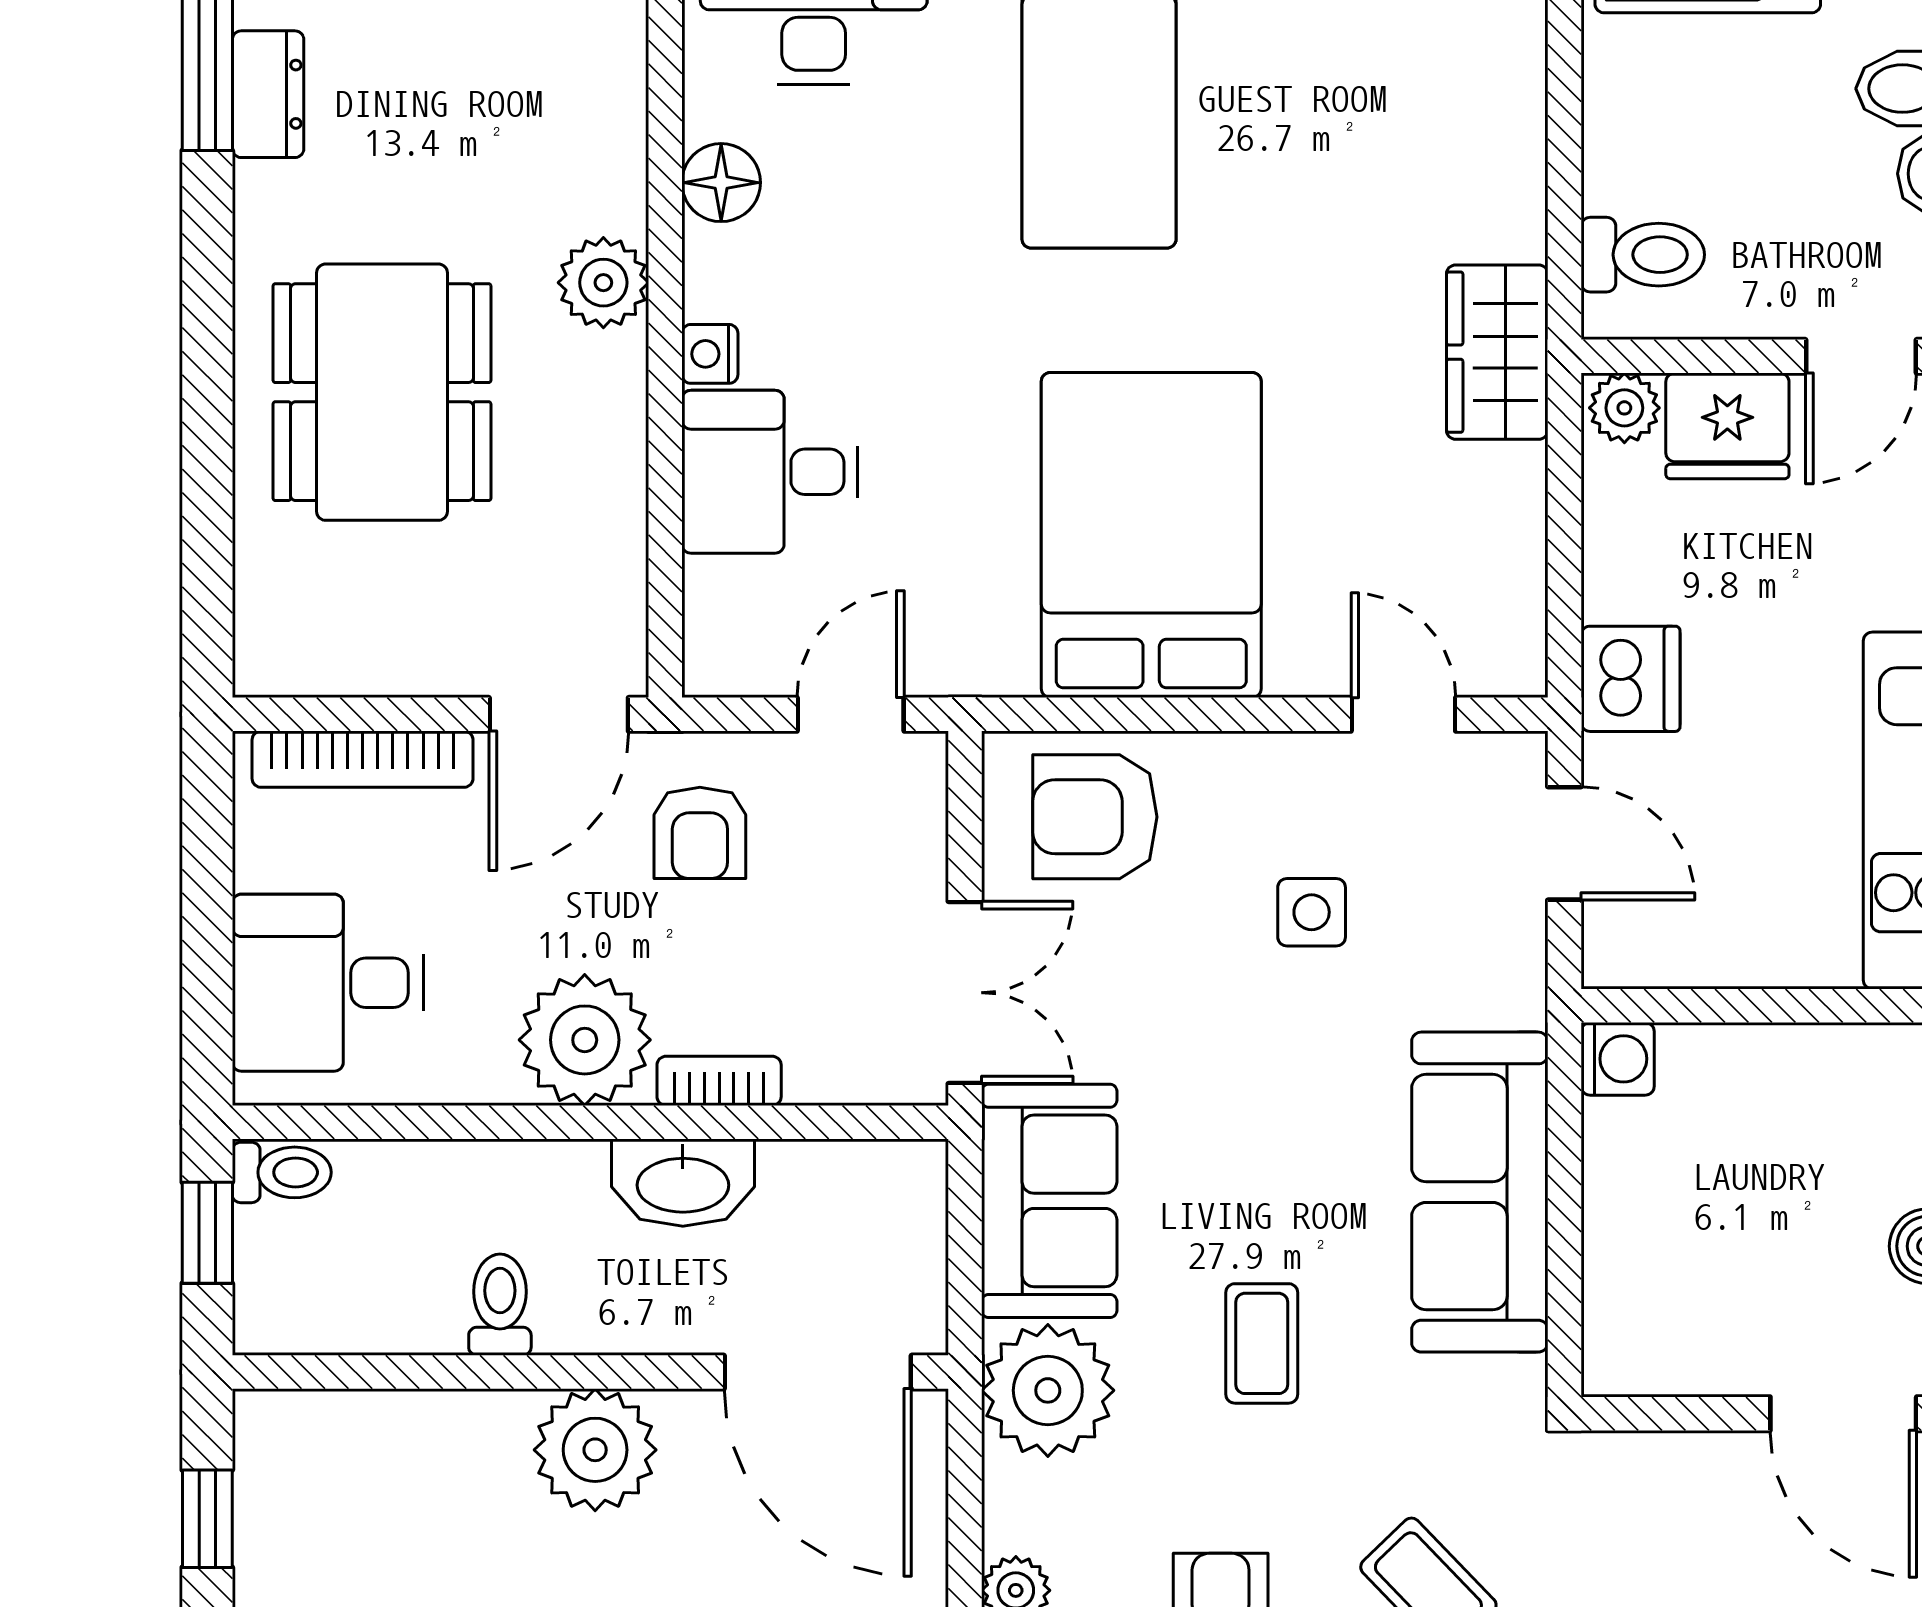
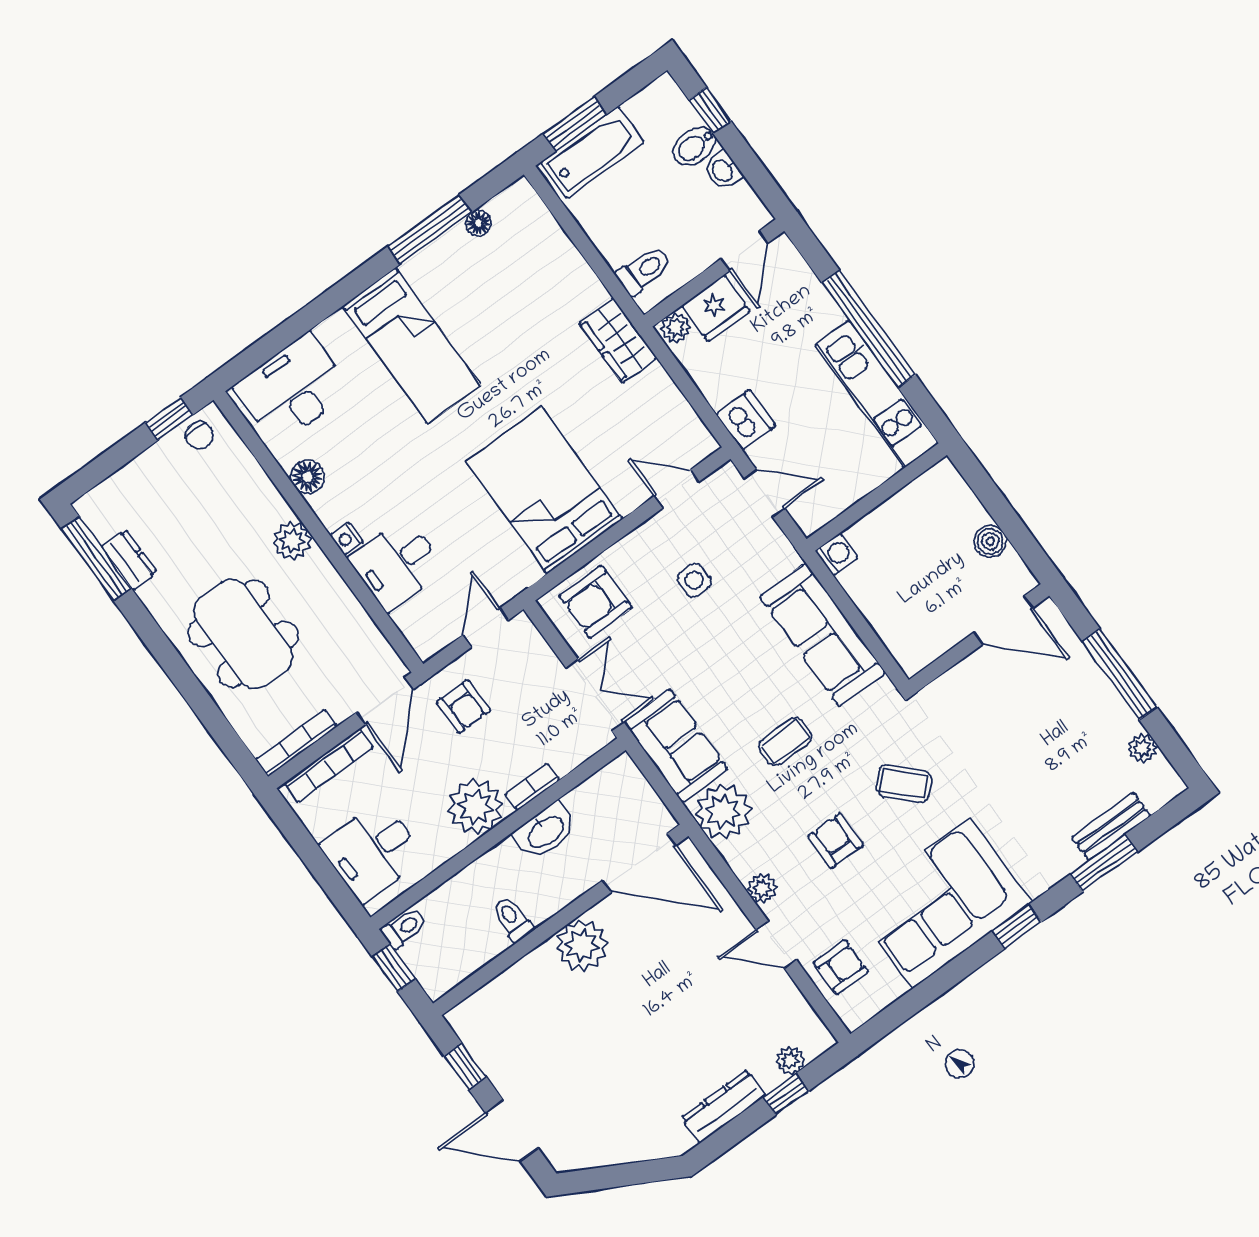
bookcase: (332, 672) -> (296, 743), added
coffee table: (1262, 1343) -> (785, 742), turned 90

